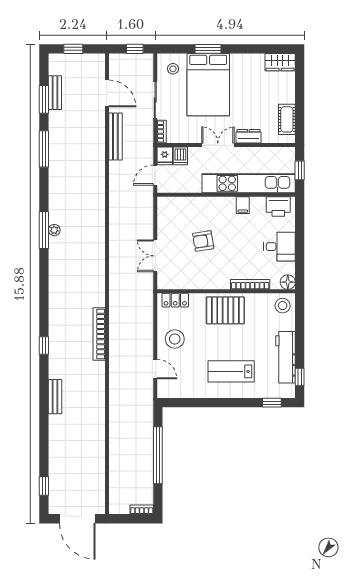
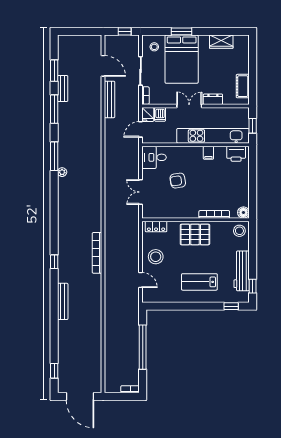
window: (73, 49) -> (77, 31), removed
wardrobe: (280, 62) -> (221, 42), moved
bench: (55, 93) -> (63, 89), moved
window: (44, 230) -> (54, 156), moved
desk: (280, 247) -> (154, 157), moved, turned 180
bench: (55, 397) -> (63, 301), width x1.36

